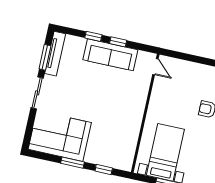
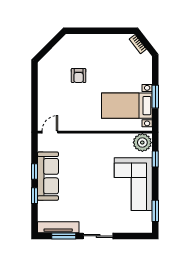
corner sofa: (60, 136) -> (133, 184), moved
plant: (124, 160) -> (142, 143), added
window: (73, 163) -> (155, 211), moved

